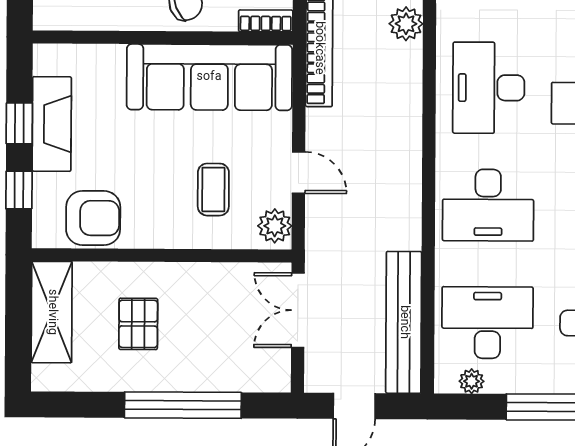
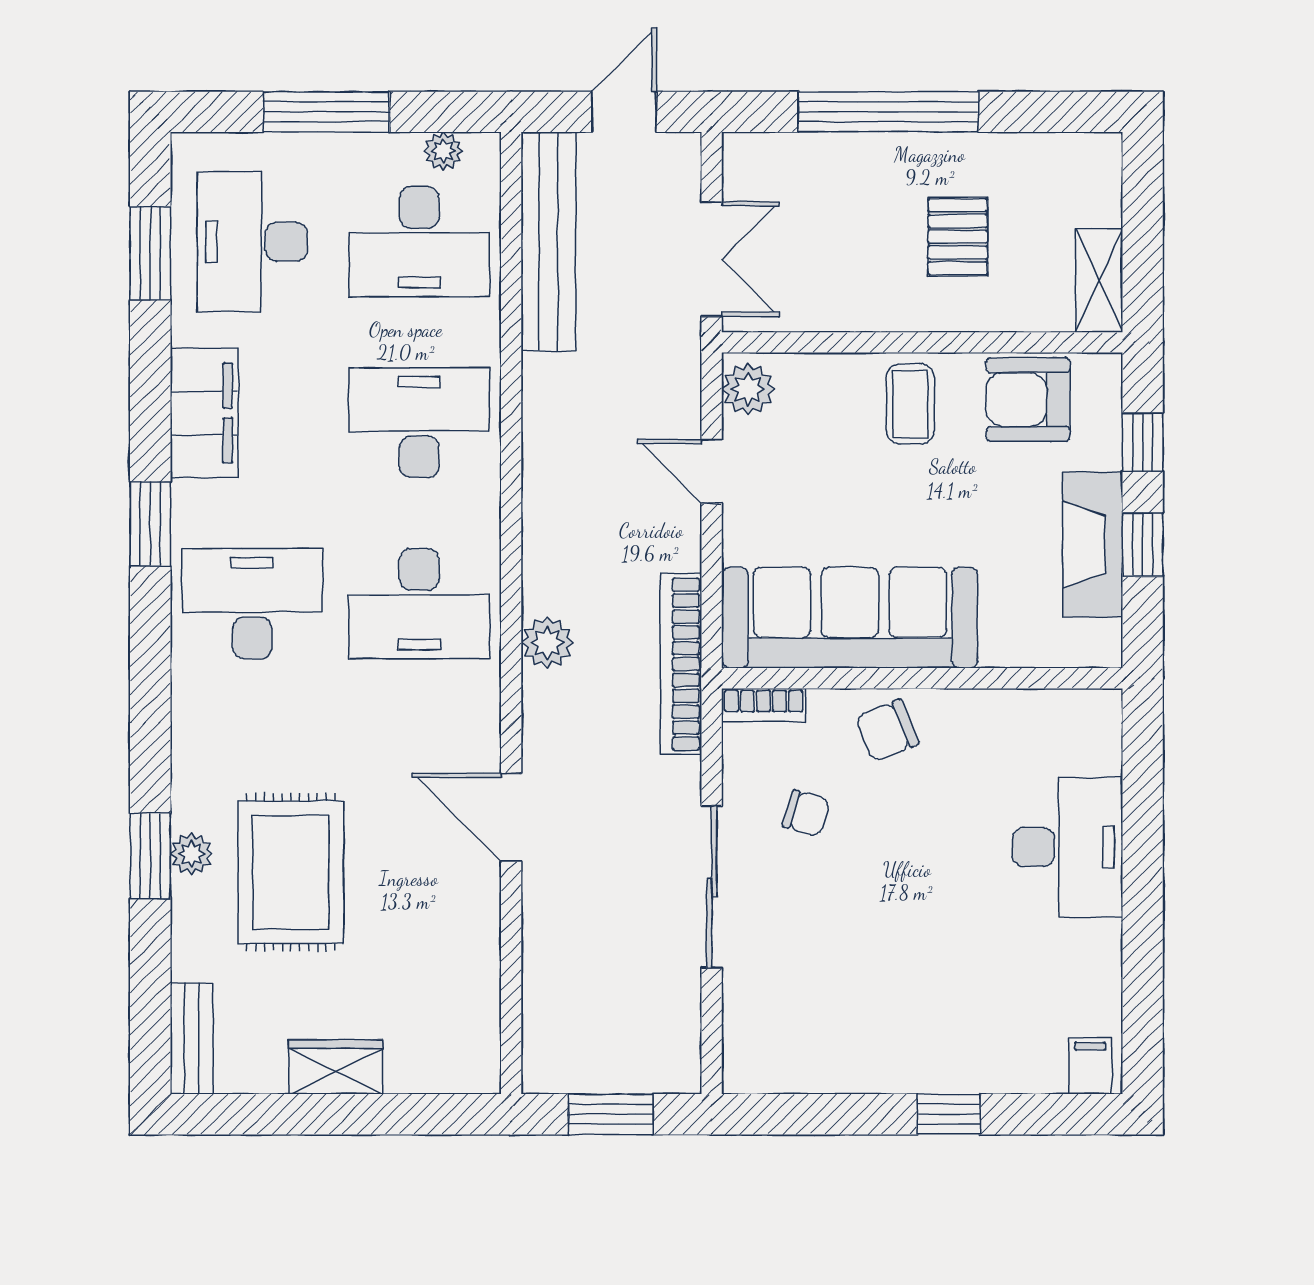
plant: (406, 24) -> (547, 643), moved
desk: (489, 88) -> (419, 604), turned 90
coffee table: (213, 190) -> (910, 404), moved
shelving: (52, 312) -> (1099, 280), width x0.67, depth x0.75

